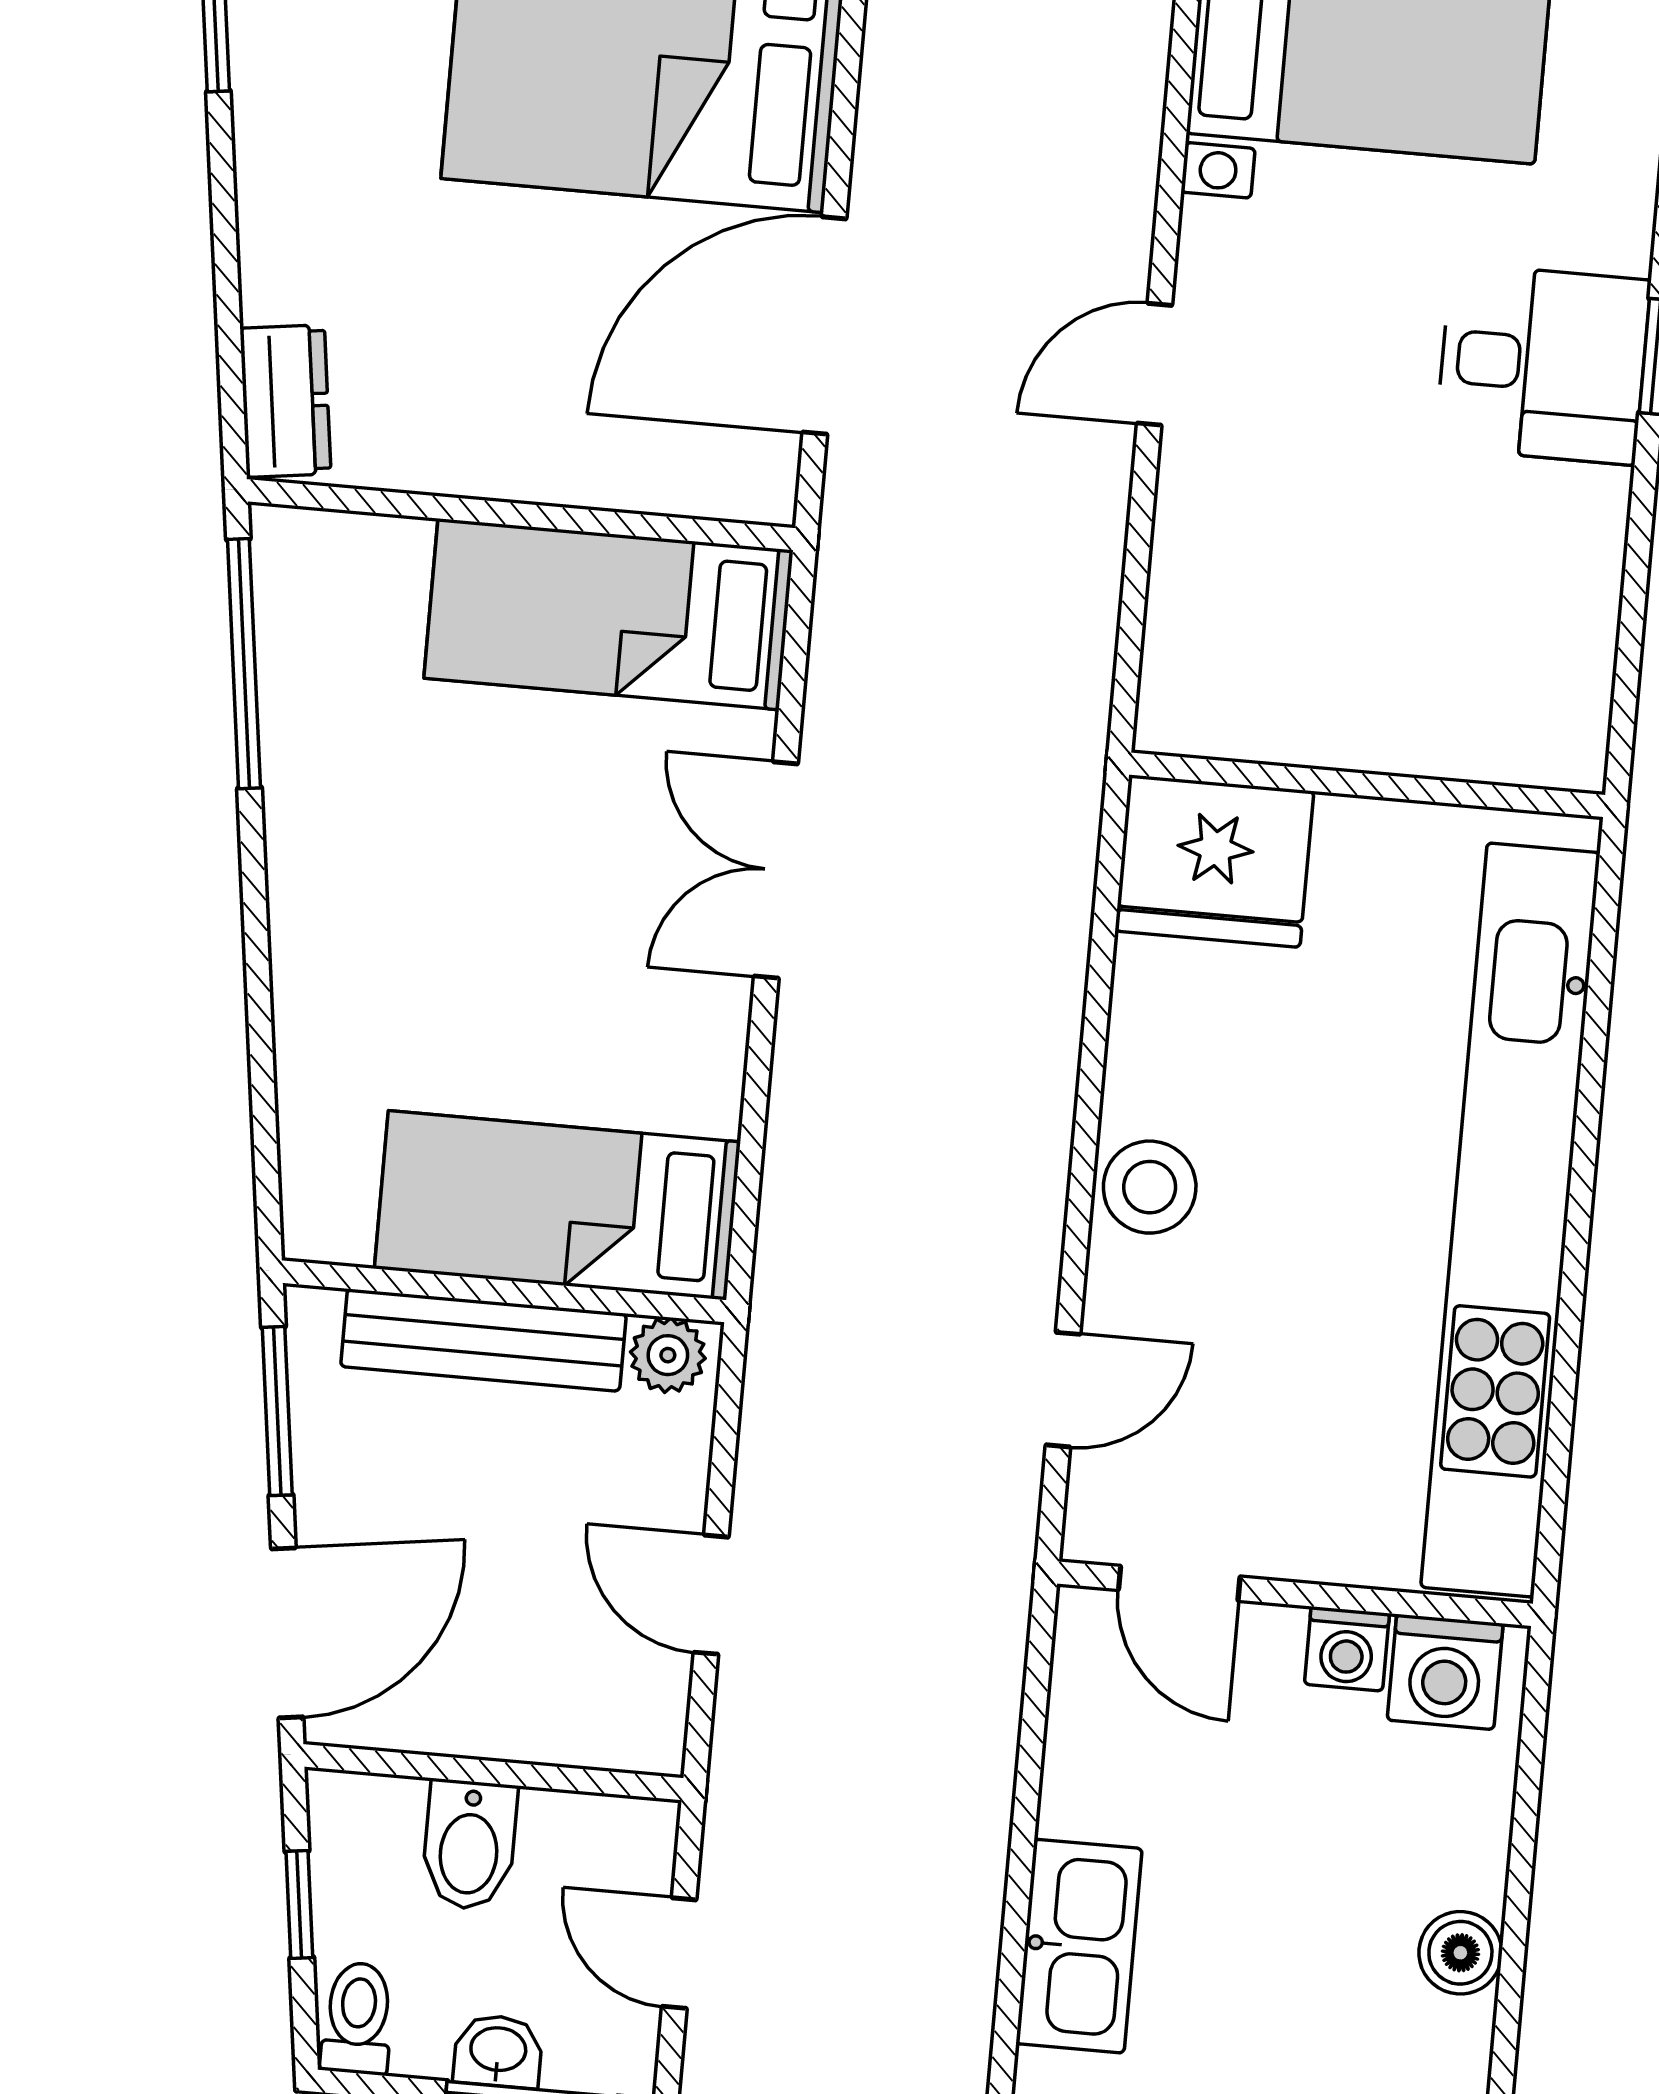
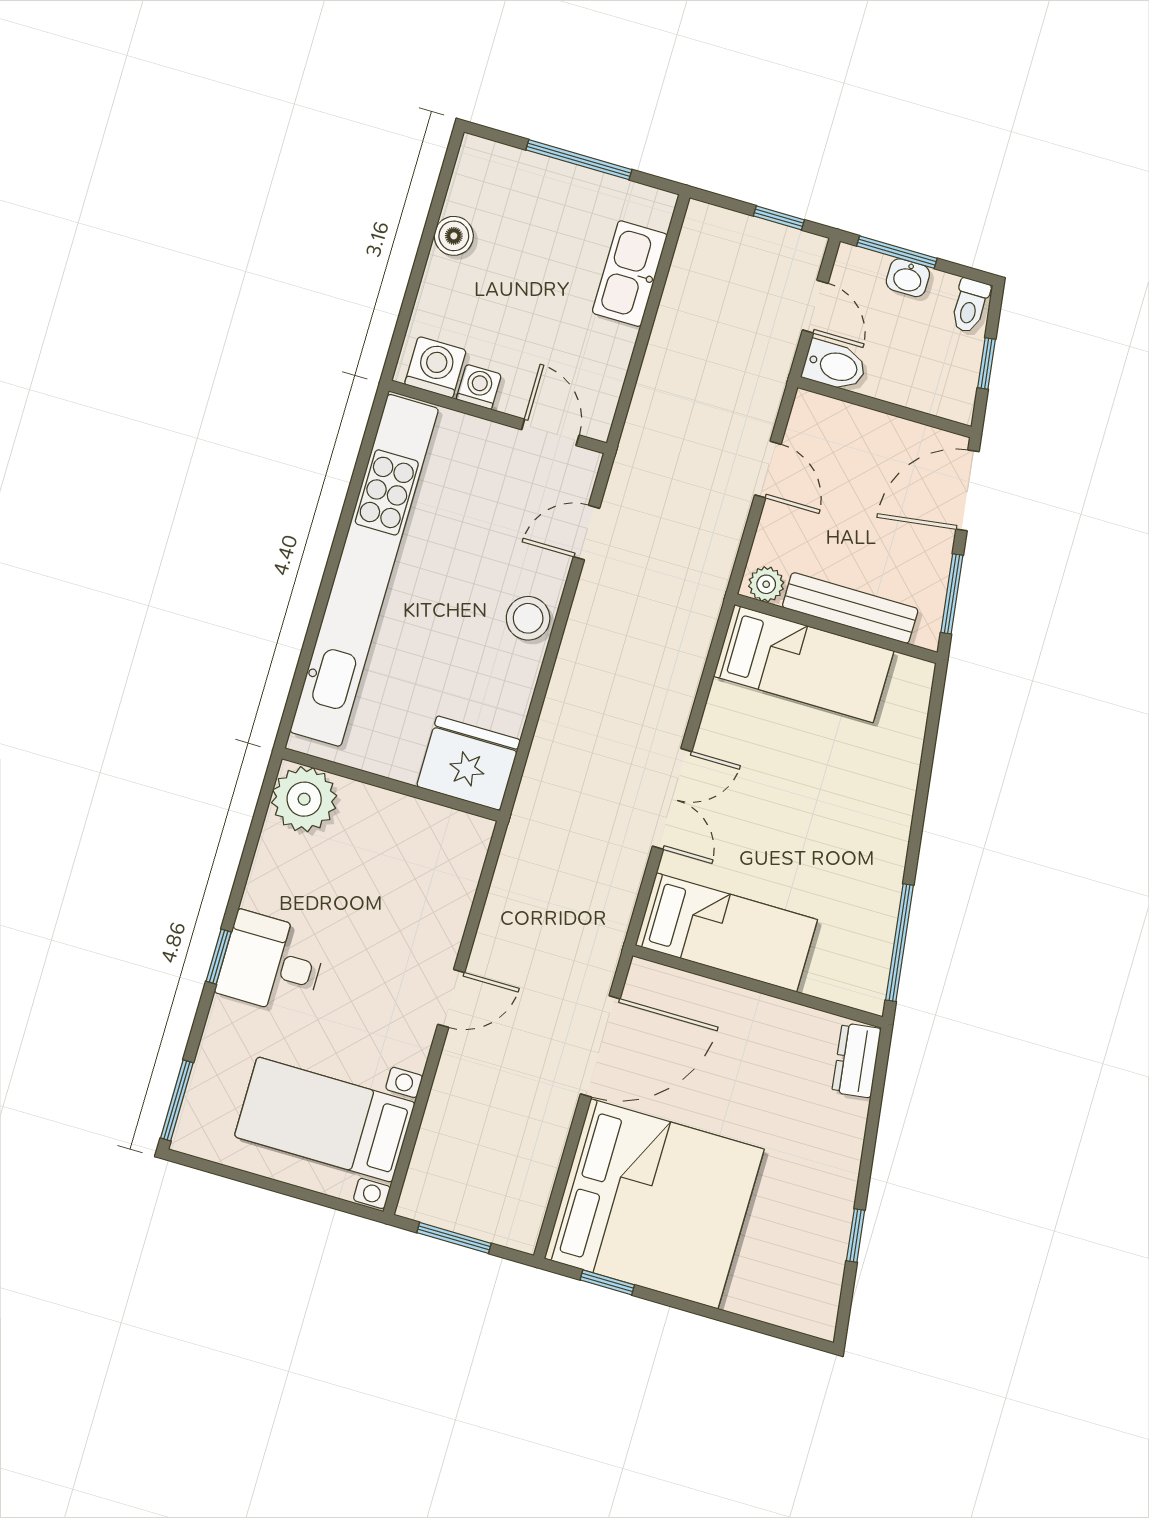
plant: (1542, 719) -> (304, 799), added
bidet: (469, 1845) -> (835, 366), moved, turned 90

